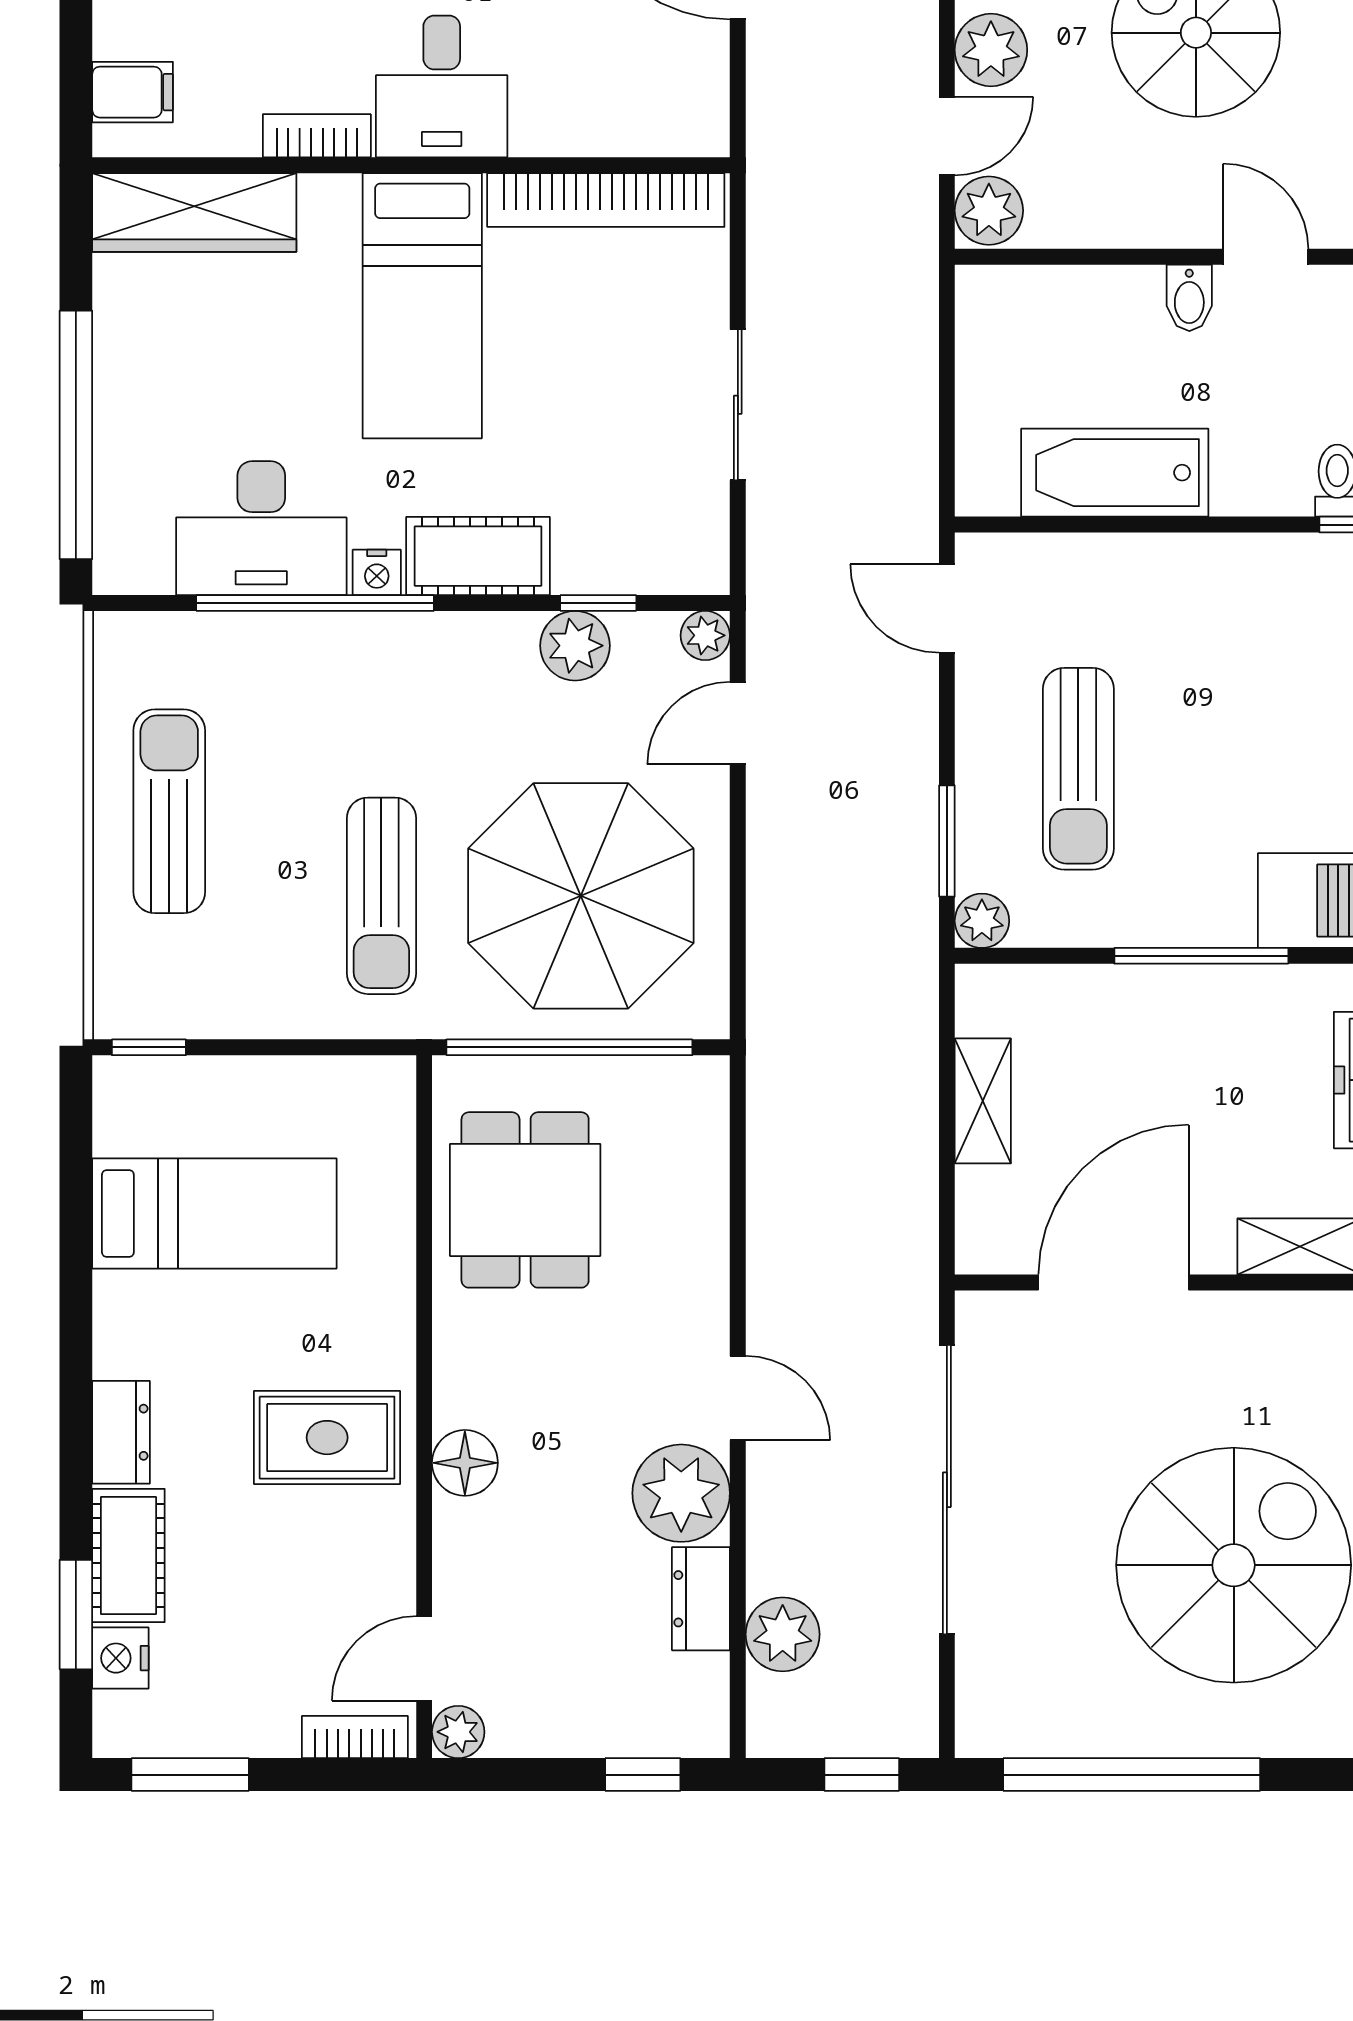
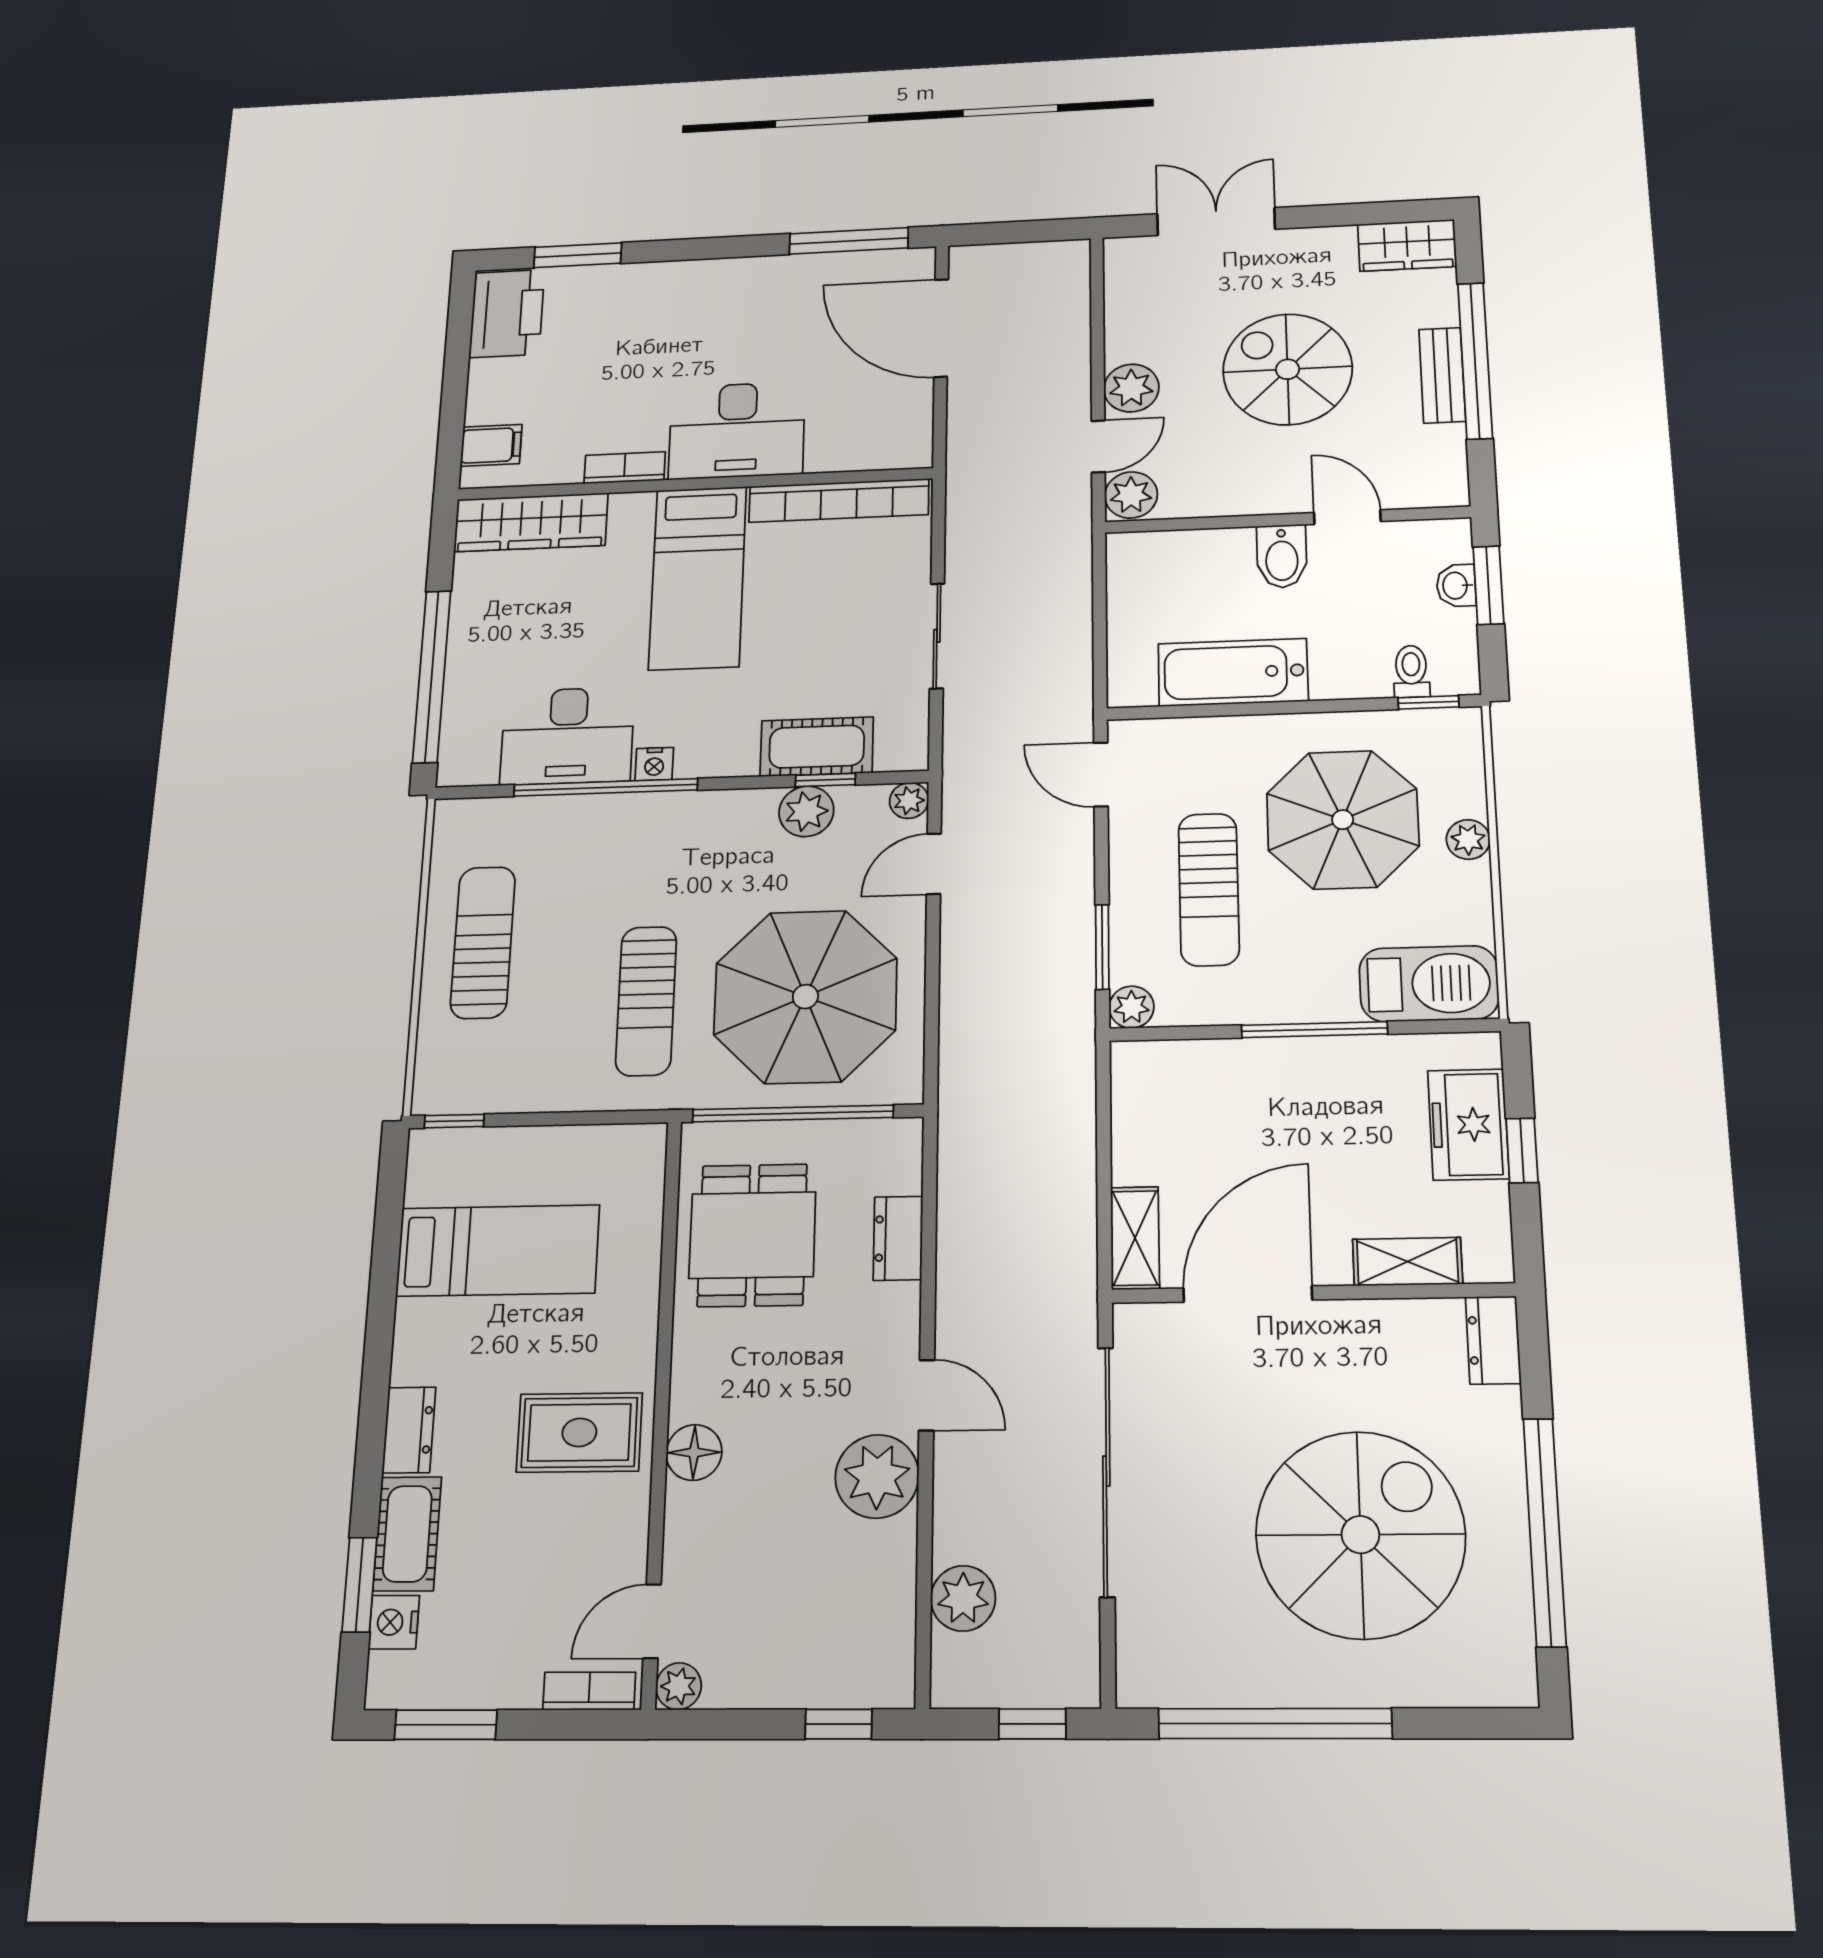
desk: (442, 86) -> (737, 430), width x1.37
bidet: (1189, 298) -> (1282, 556), width x1.38, depth x1.36
cot: (478, 556) -> (817, 747), moved
parasol: (1245, 681) -> (1343, 820), added
shelving: (983, 1101) -> (1135, 1238), moved
dresser: (701, 1599) -> (898, 1238), moved

